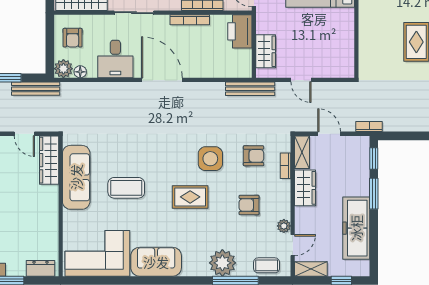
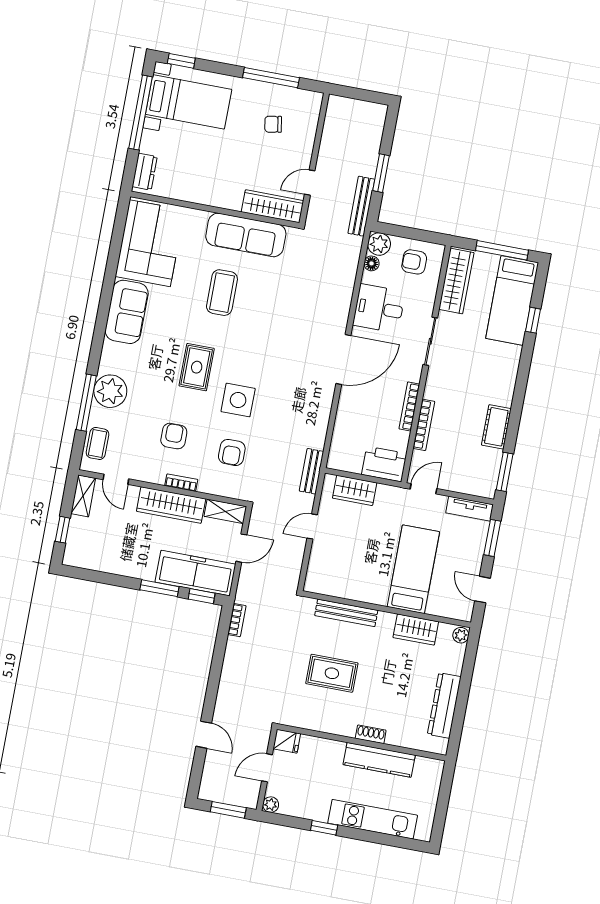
bench: (366, 39) -> (346, 613), added
bench: (250, 89) -> (312, 471), width x0.73
bookcase: (369, 126) -> (237, 620), moved
bookcase: (285, 166) -> (181, 483), moved
wardrobe: (305, 188) -> (171, 505), width x1.50
plant: (284, 226) -> (141, 473), removed
freezer: (356, 228) -> (195, 573), moved

